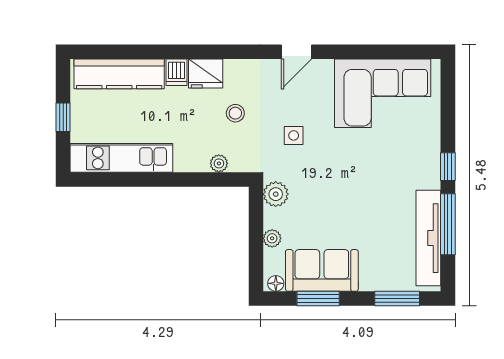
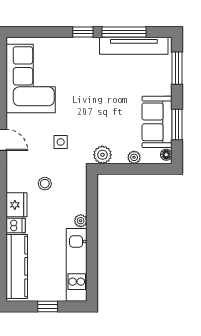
plant: (219, 163) -> (81, 221), moved

